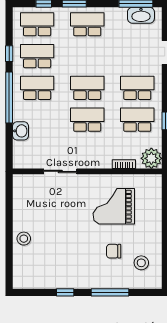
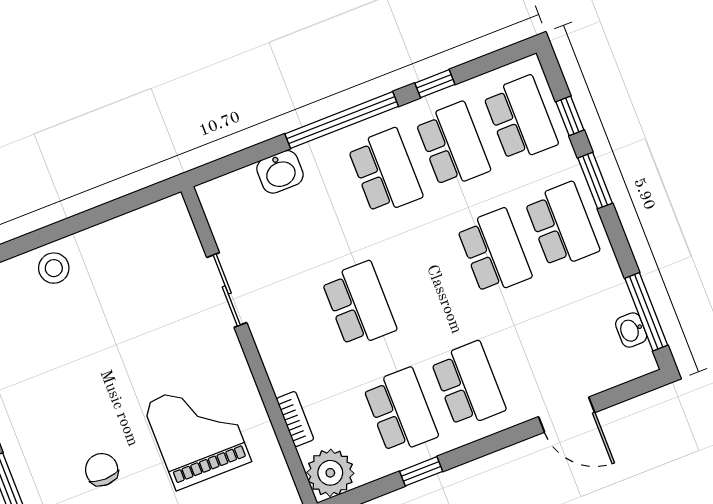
washbasin: (141, 15) -> (631, 330), width x0.52, depth x0.69
school desk: (87, 88) -> (494, 252), moved

